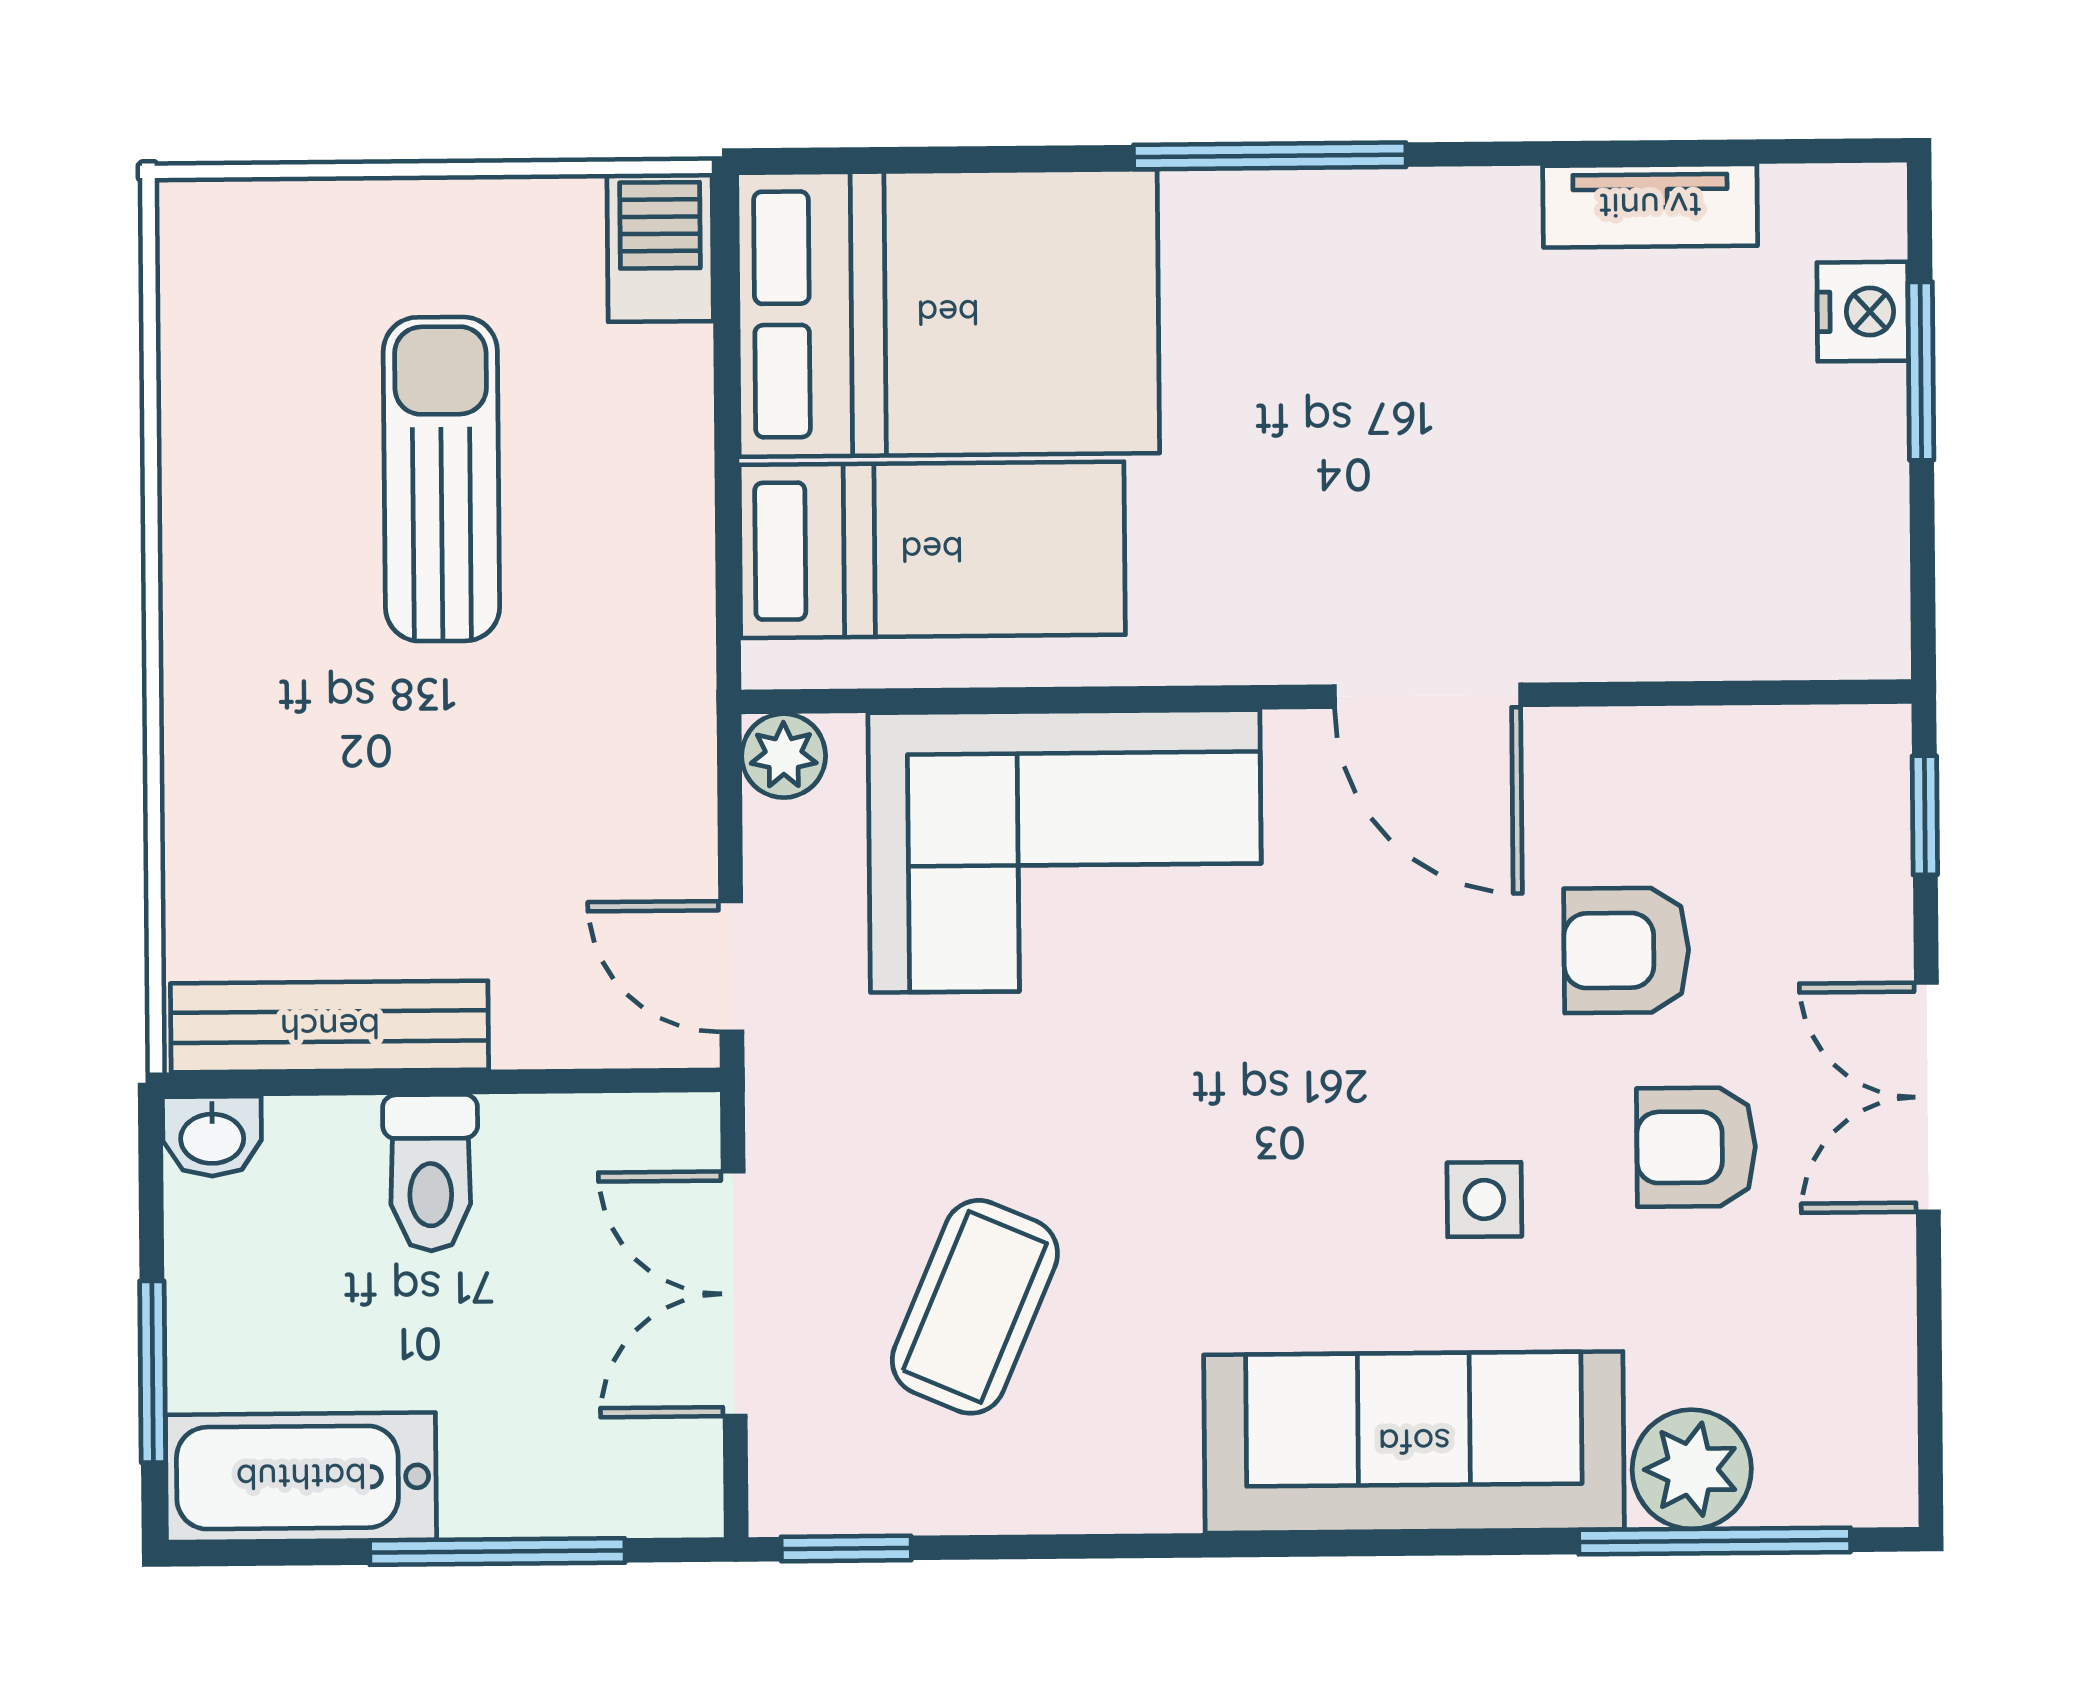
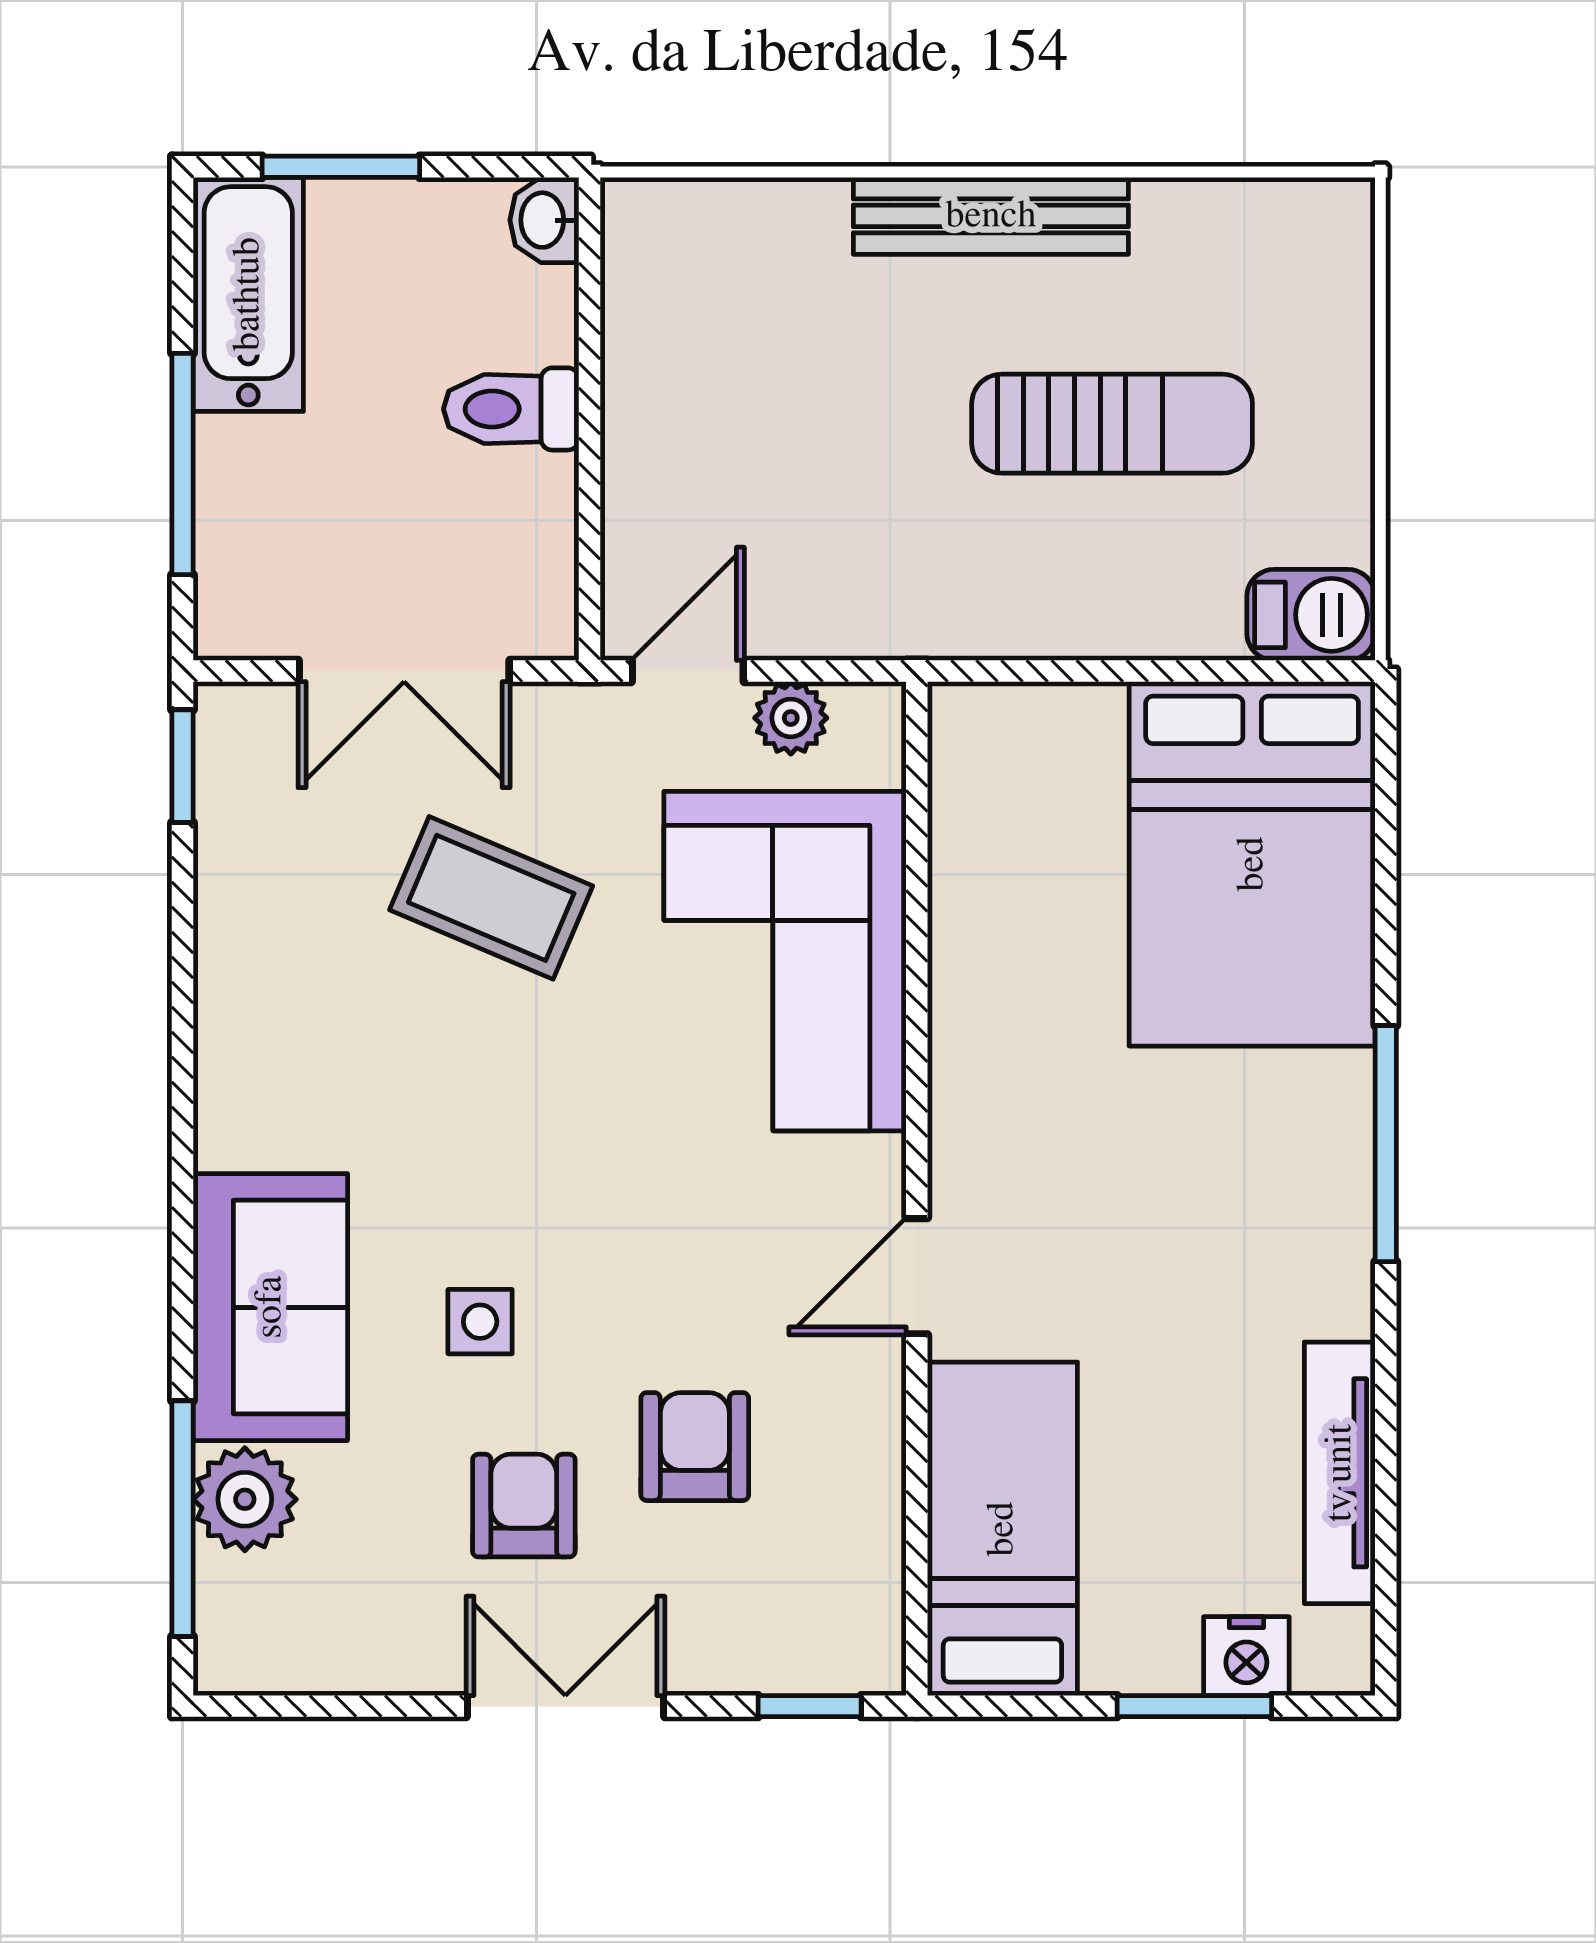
tv unit: (1650, 206) -> (1340, 1473), width x1.41
bed: (932, 550) -> (1002, 1529), moved, turned 180
door: (1428, 696) -> (917, 1276), width x0.73
plant: (784, 756) -> (791, 718), moved
bench: (330, 1027) -> (991, 216), moved, turned 90
double door: (734, 1294) -> (404, 671), swing flipped
coffee table: (975, 1307) -> (491, 898), moved
sofa: (1414, 1442) -> (270, 1307), width x0.73

